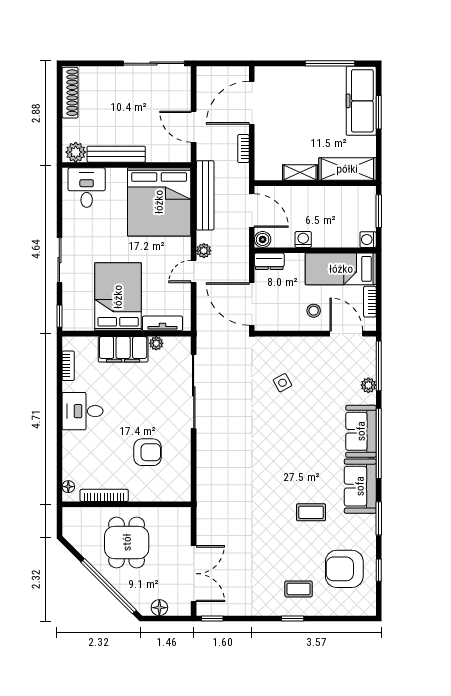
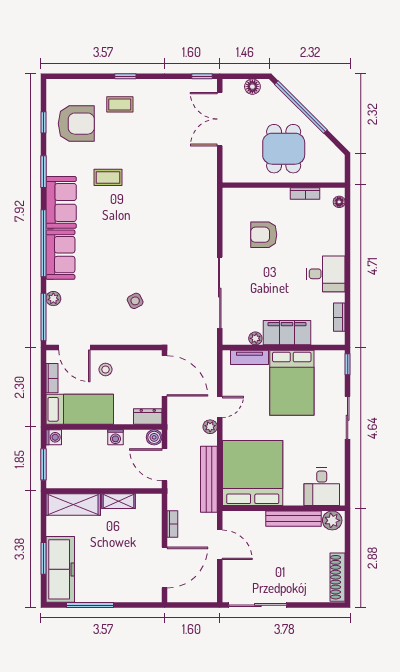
bookcase: (104, 495) -> (305, 194), width x0.64

